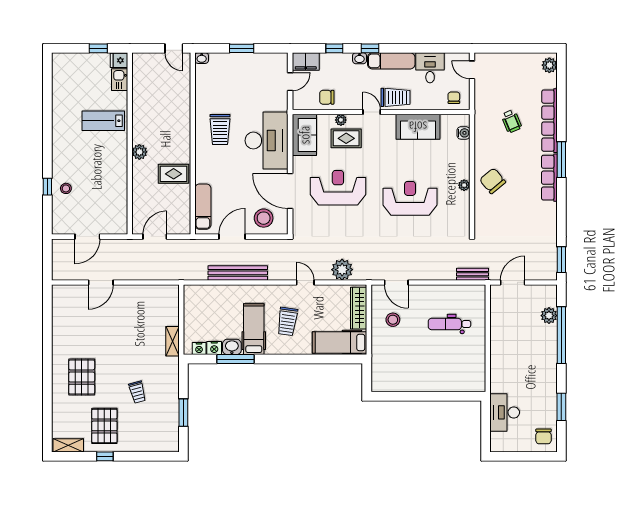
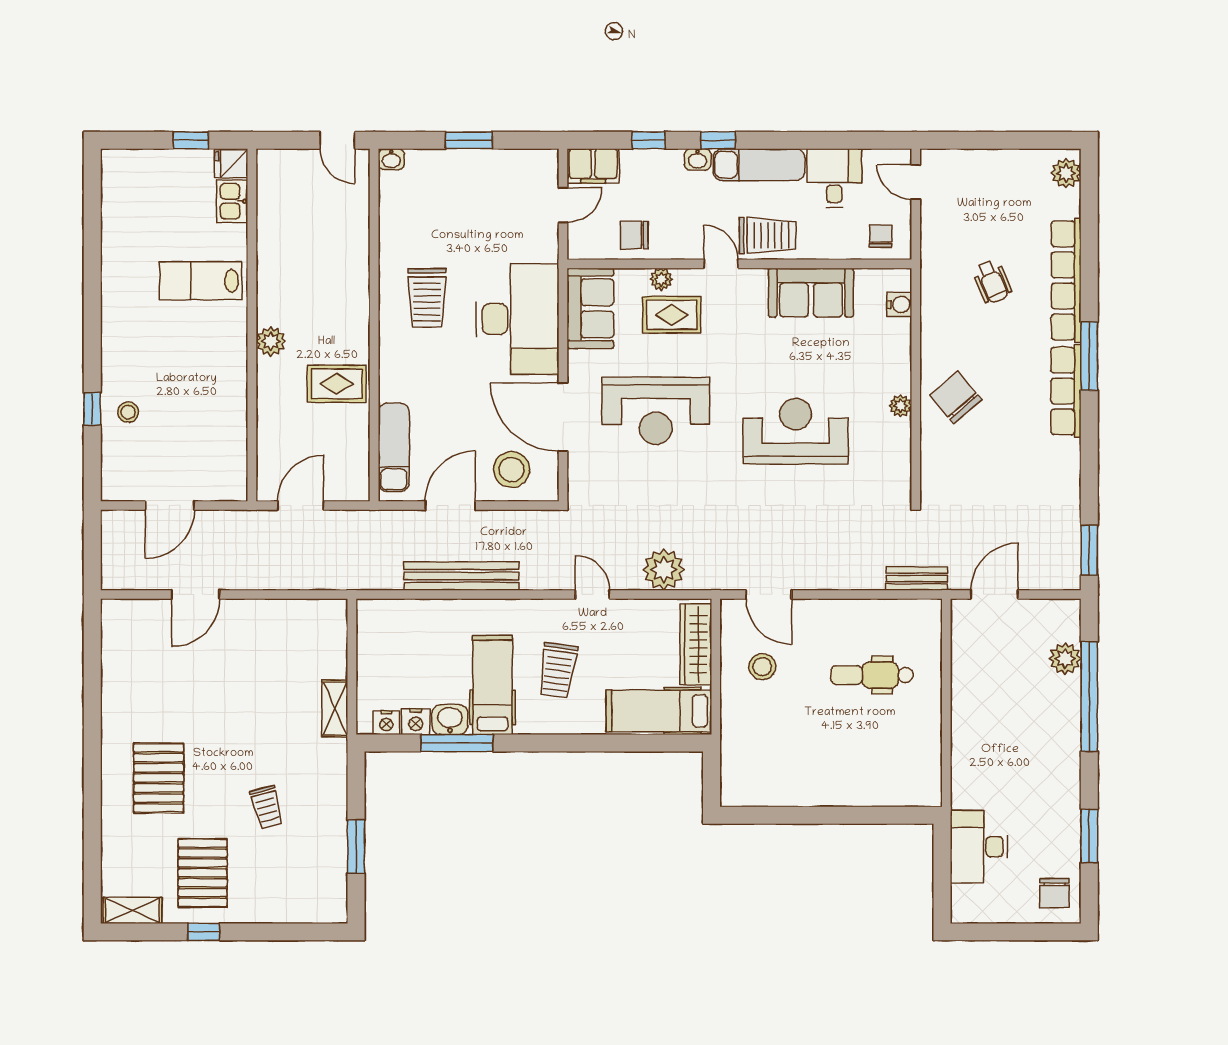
reception desk: (338, 188) -> (656, 411), turned 180

